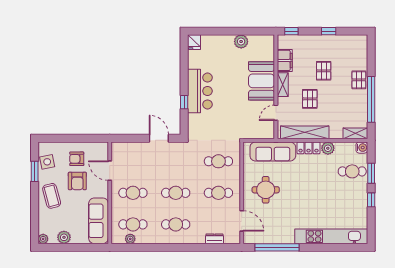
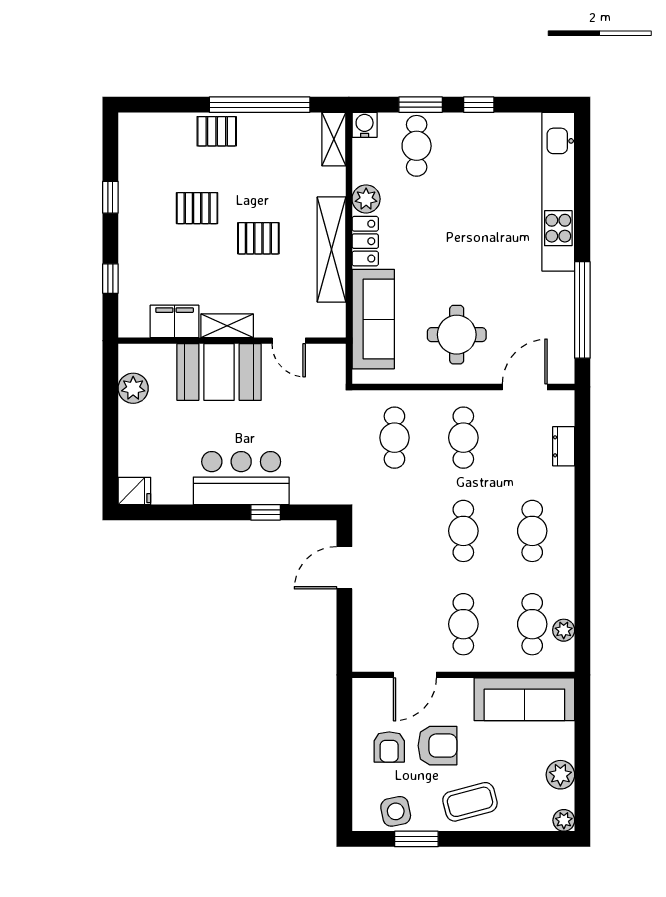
filing cabinet: (285, 60) -> (175, 321), moved
booth: (262, 81) -> (219, 372), moved
shelving: (283, 85) -> (227, 326), moved
wall: (276, 87) -> (232, 341), moved
door: (276, 113) -> (289, 341), moved

